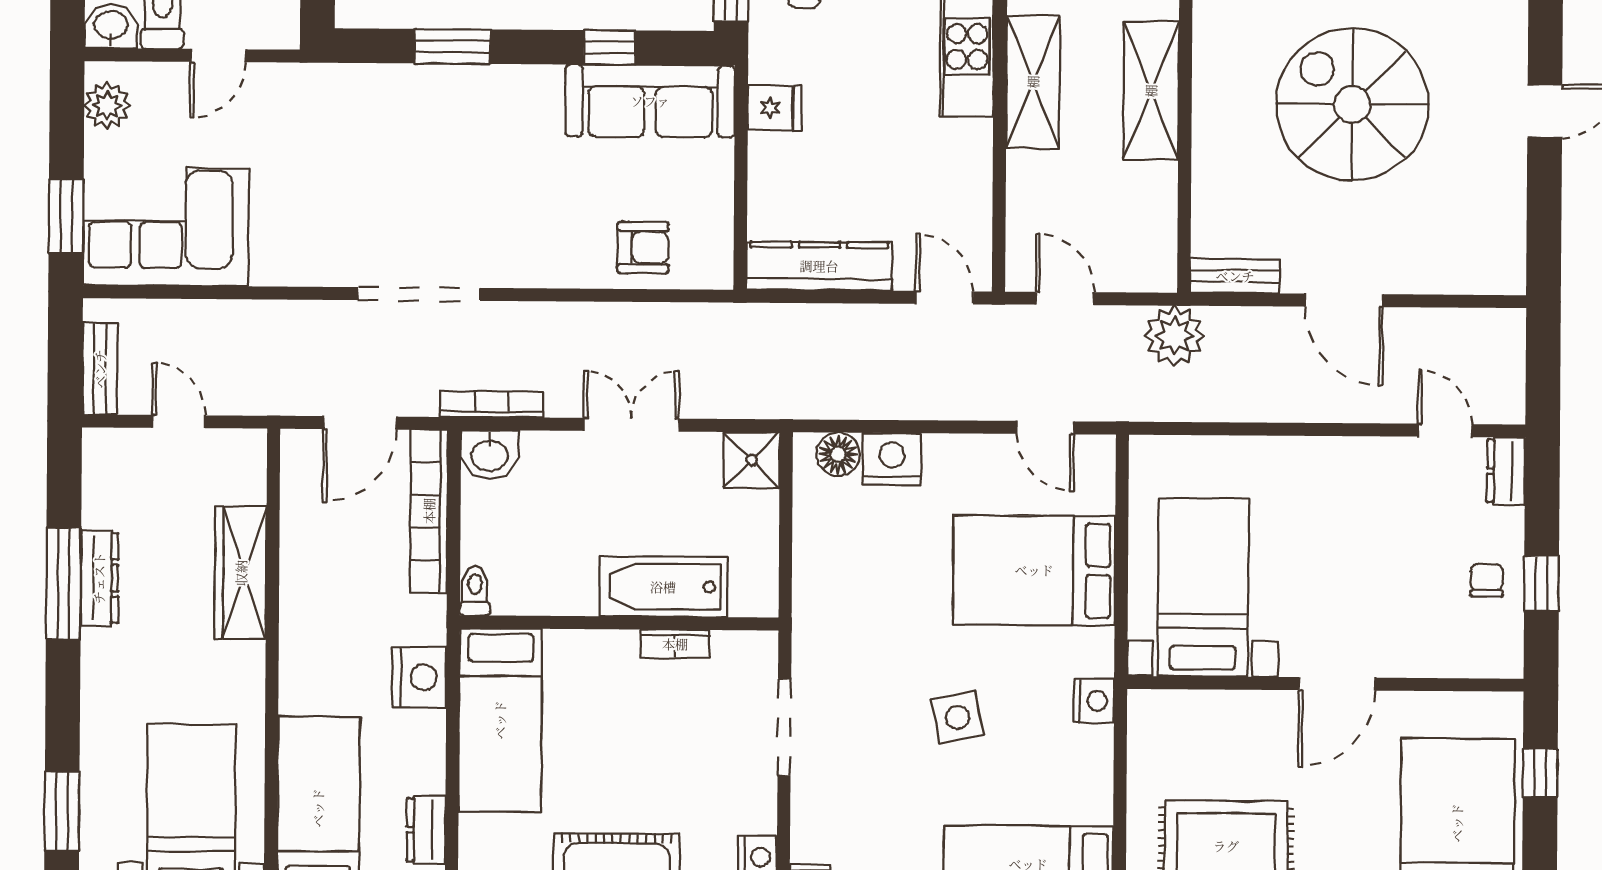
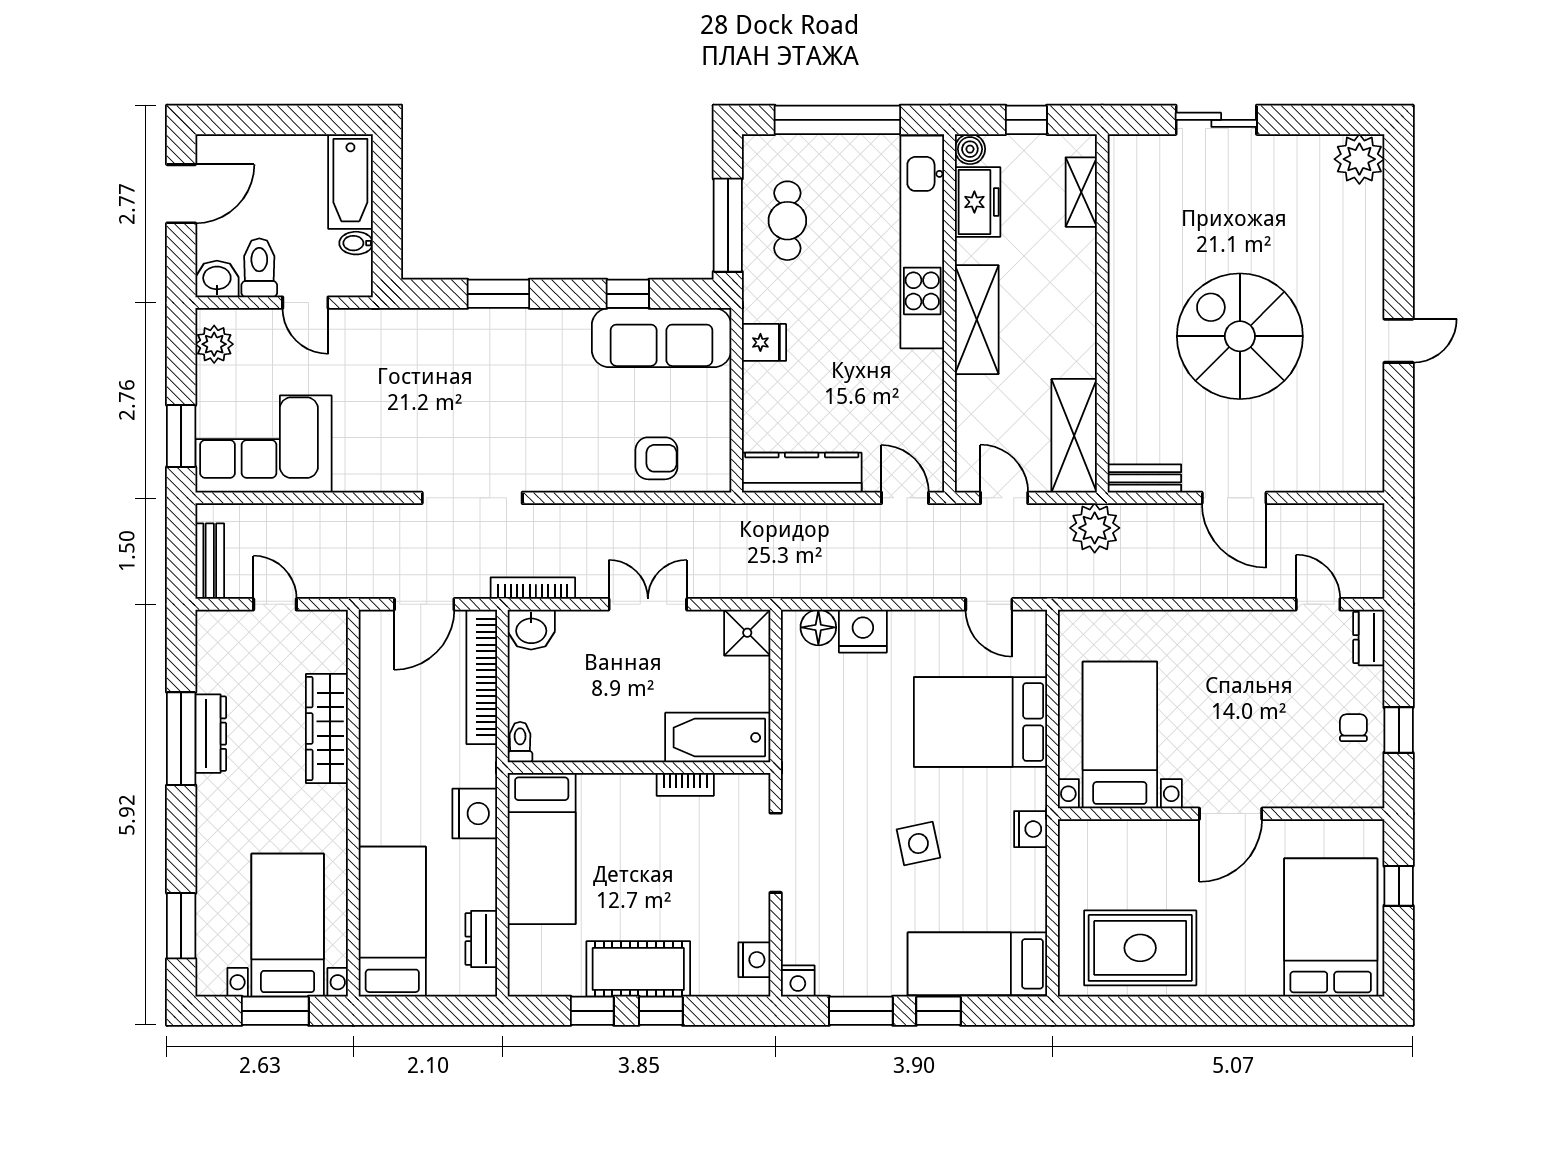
door: (218, 56) -> (305, 303), hinge flipped
shelving: (1151, 91) -> (1074, 436), moved
bathtub: (663, 587) -> (718, 737), moved

